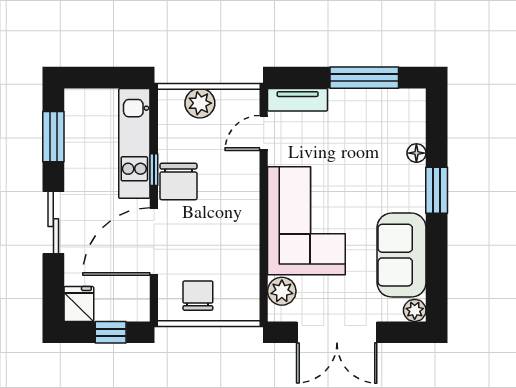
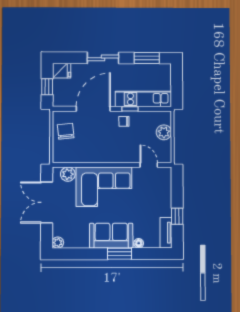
window: (364, 78) -> (177, 216), width x0.46
tv unit: (298, 100) -> (166, 233), moved
chair: (178, 181) -> (124, 121), width x0.54, depth x0.54
door: (154, 242) -> (93, 109), hinge flipped
sofa: (402, 255) -> (111, 236), moved
chair: (198, 296) -> (66, 131), turned -96

